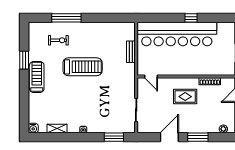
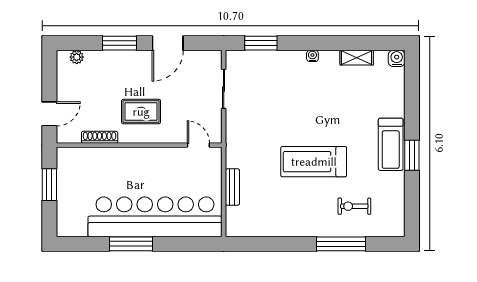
window: (191, 18) -> (131, 244), width x2.17
window: (24, 60) -> (412, 155), moved

